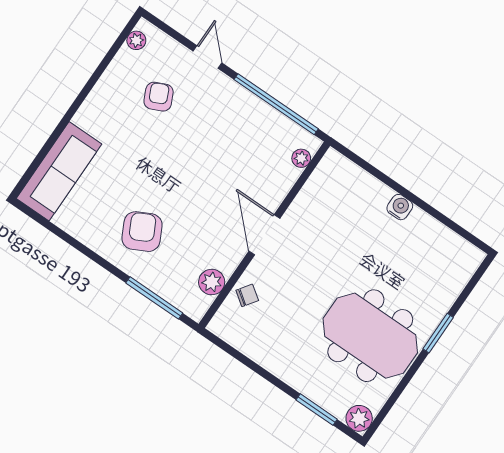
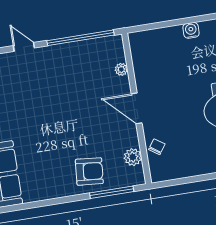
armchair: (159, 97) -> (18, 90), removed
plant: (301, 158) -> (121, 69), moved
armchair: (142, 232) -> (89, 171), moved, turned 122

